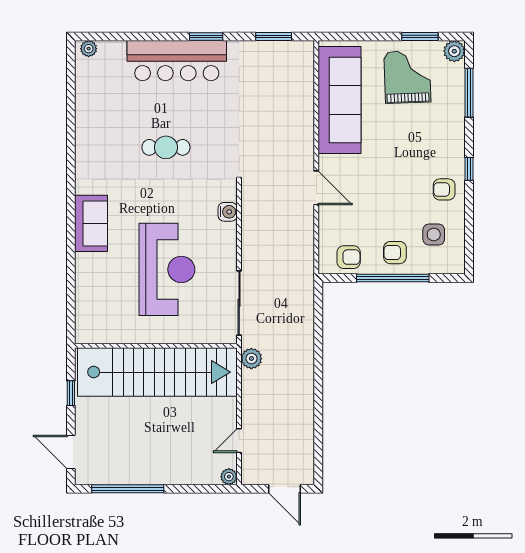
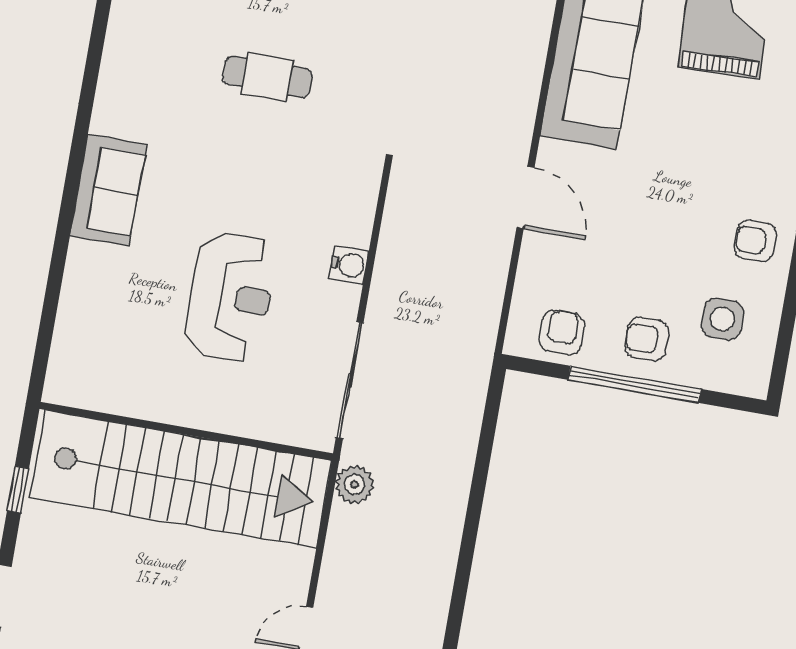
water cooler: (228, 212) -> (349, 265), moved
armchair: (349, 257) -> (562, 333), turned -90
reception desk: (167, 269) -> (230, 297), width x0.74, depth x0.77

